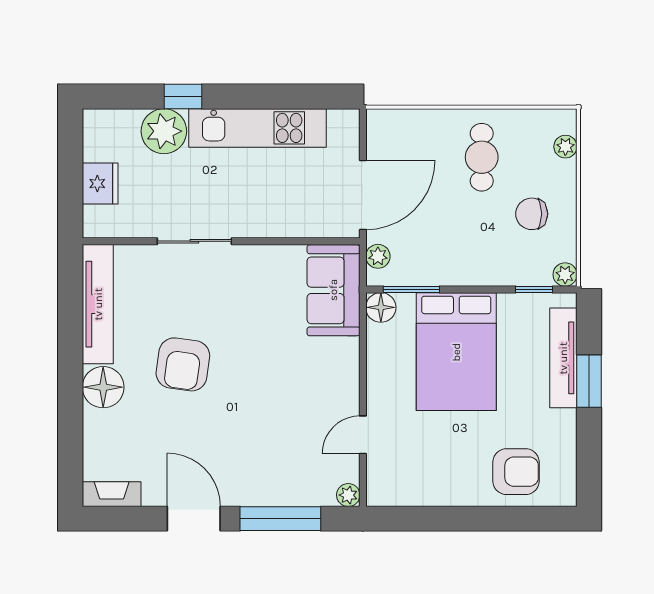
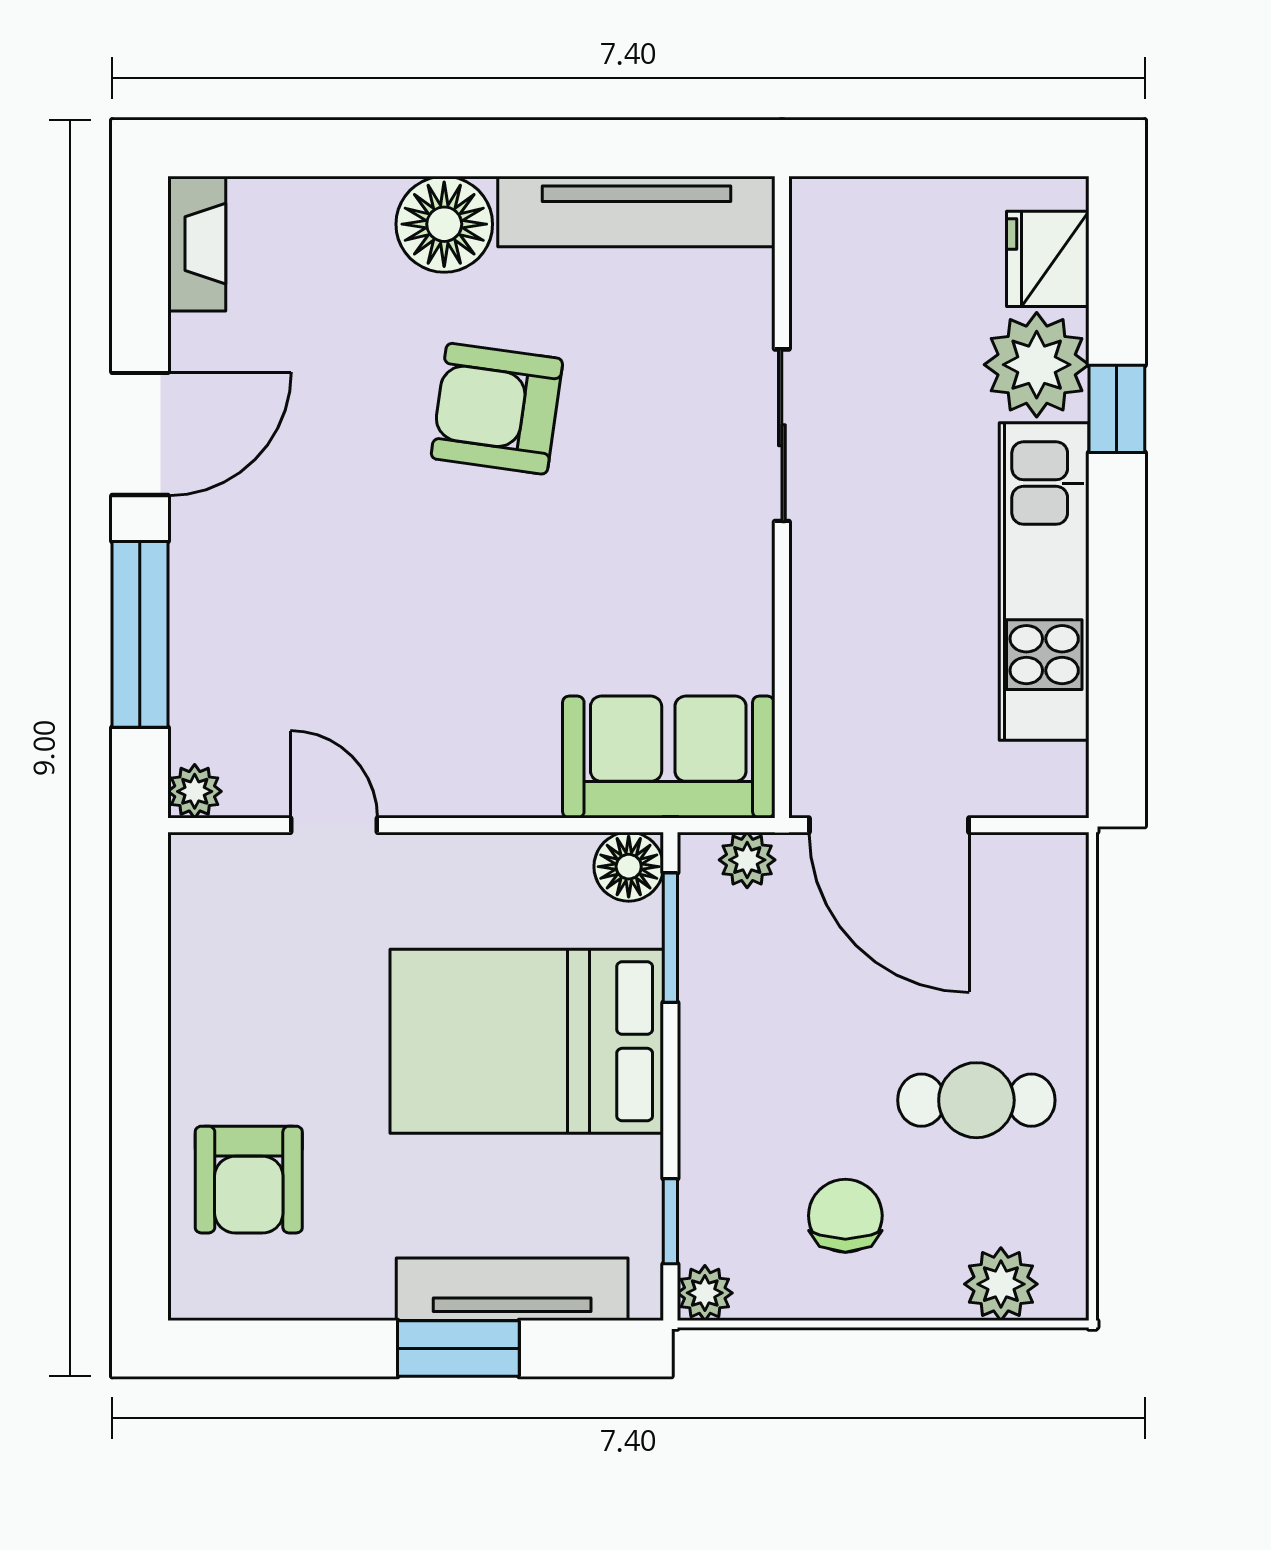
plant: (565, 147) -> (1001, 1284), width x1.38, depth x1.38
fridge: (100, 184) -> (1048, 259), moved, turned 90

